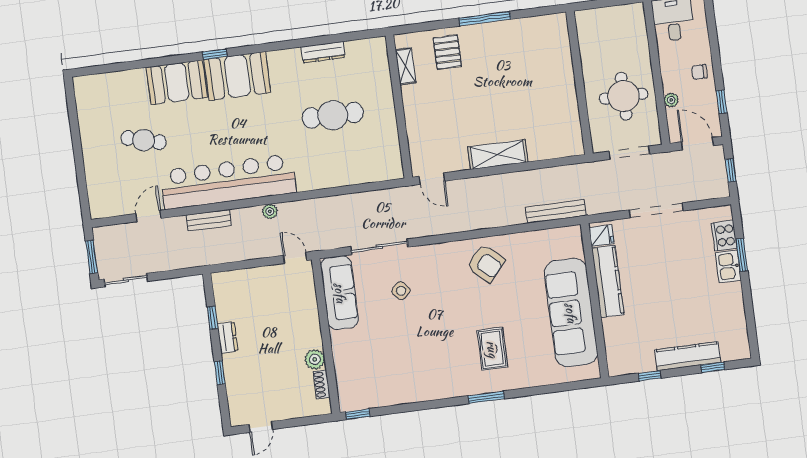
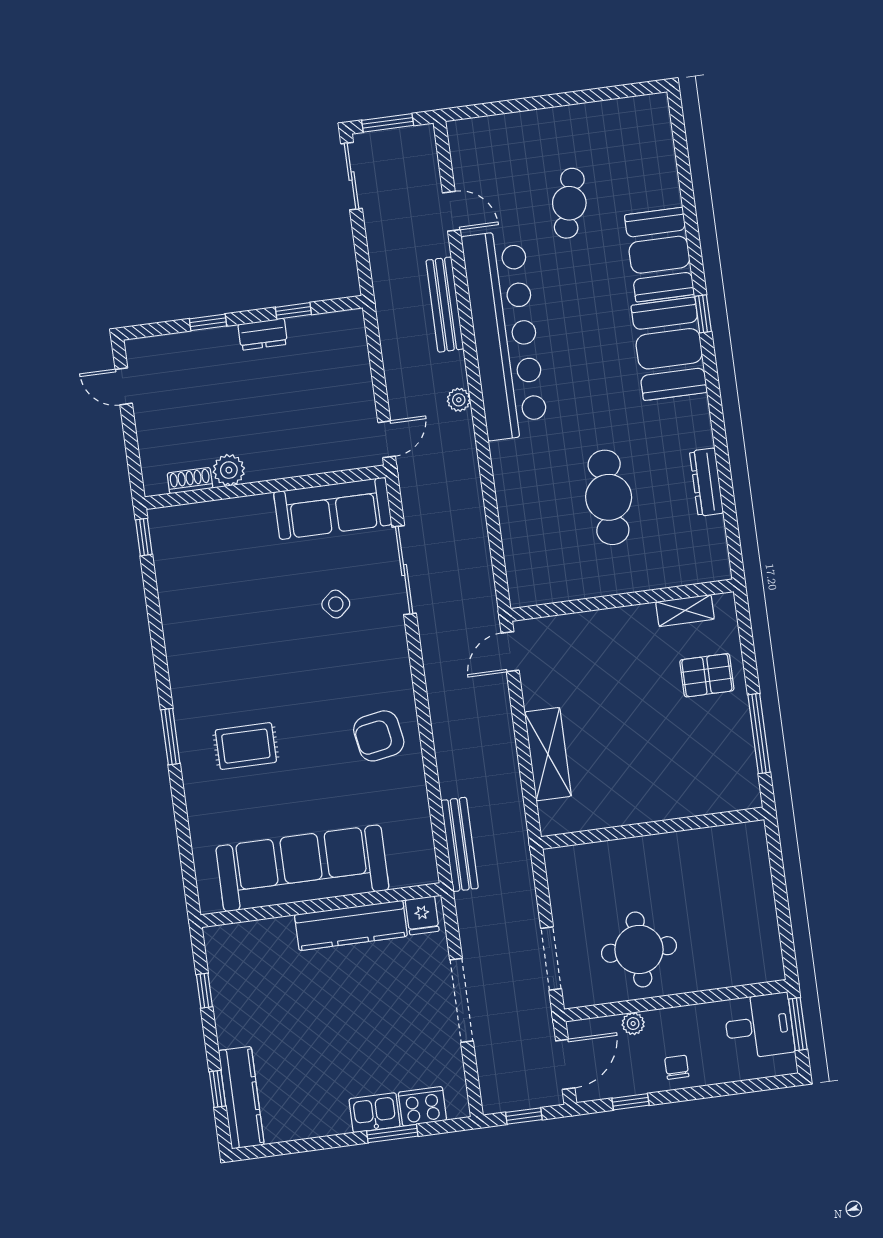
wall: (579, 83) -> (653, 828), moved
bench: (209, 220) -> (445, 305), width x1.36
armchair: (486, 263) -> (379, 736), turned 38
kitchen counter: (688, 356) -> (241, 1098), moved

